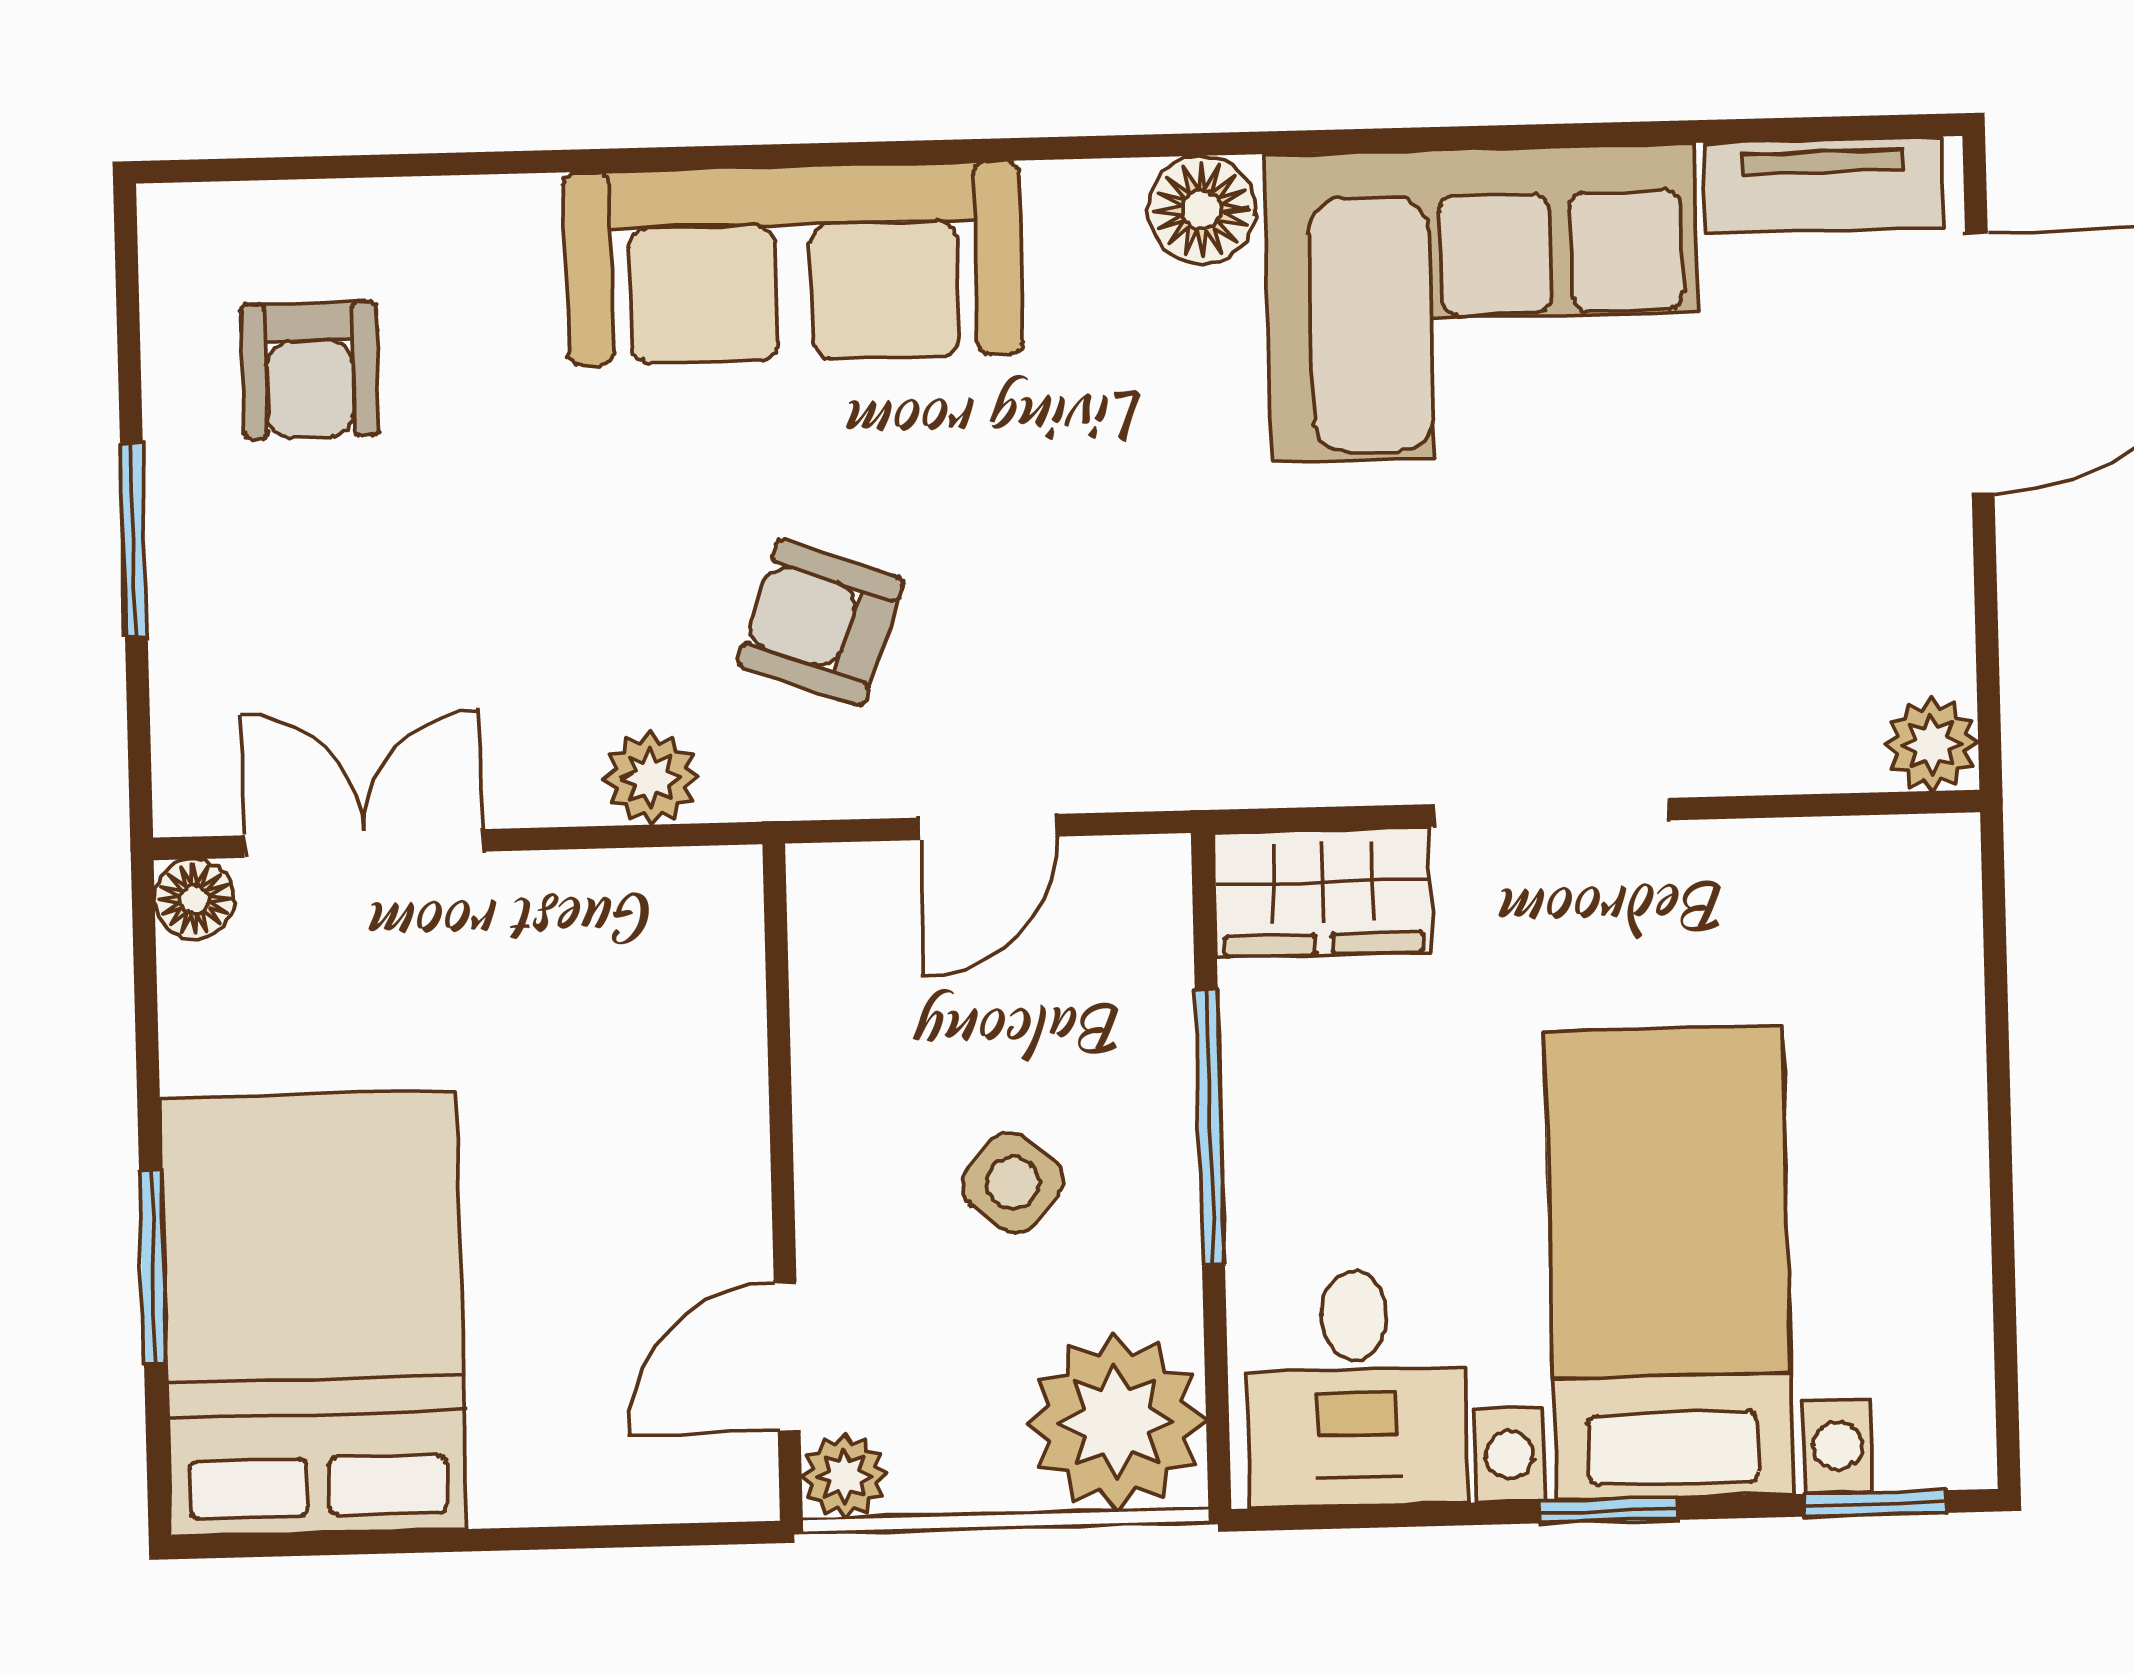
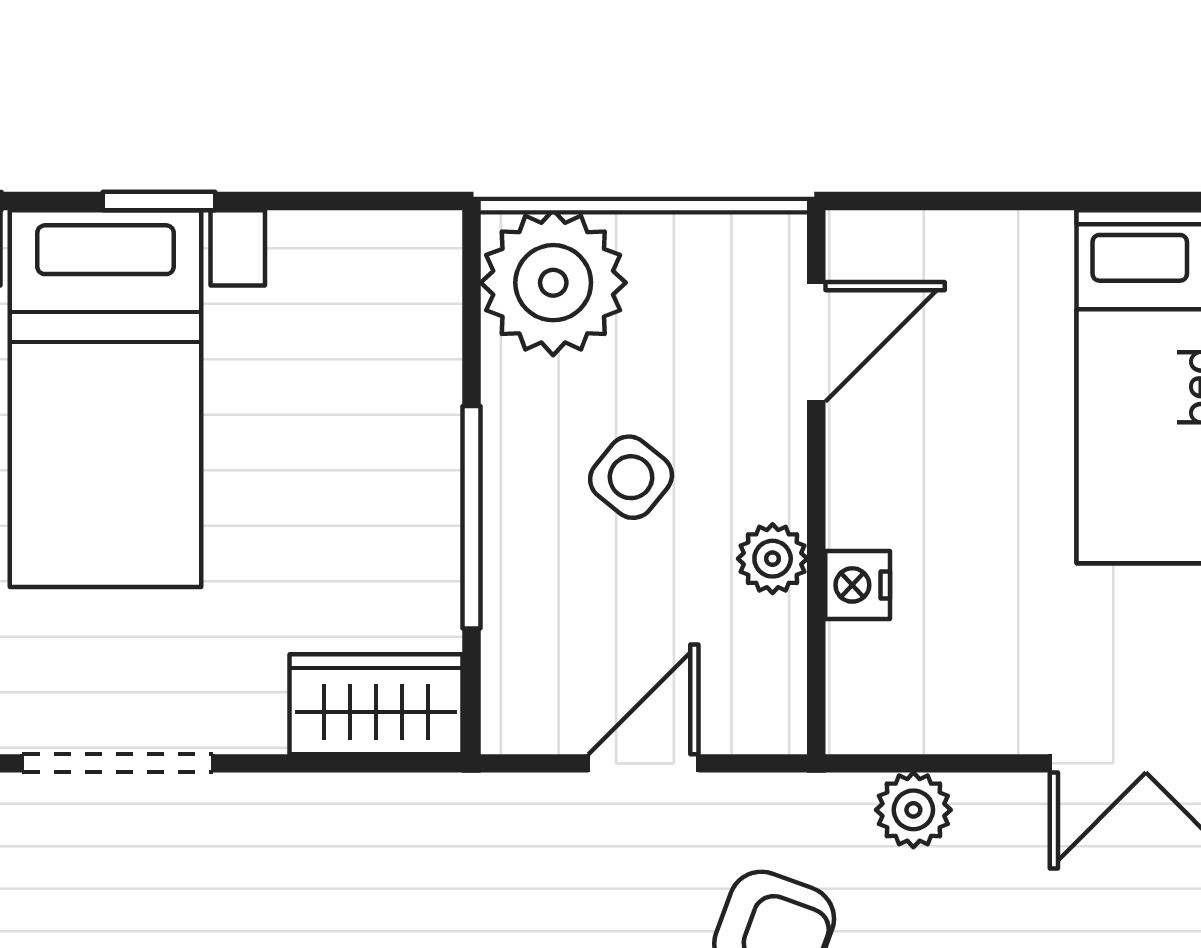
doorway: (1551, 812) -> (118, 763), moved
nightstand: (728, 1056) -> (858, 585), added
desk: (1356, 1388) -> (360, 305), removed
plant: (845, 1476) -> (773, 559), moved

